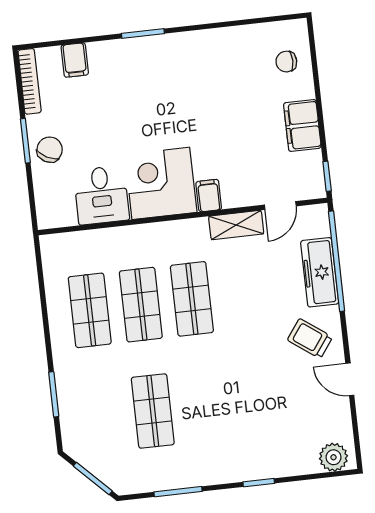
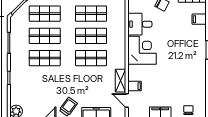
filing cabinet: (209, 196) -> (135, 86), moved
shop shelf: (204, 405) -> (45, 58), added
shop shelf: (102, 417) -> (45, 14), added

